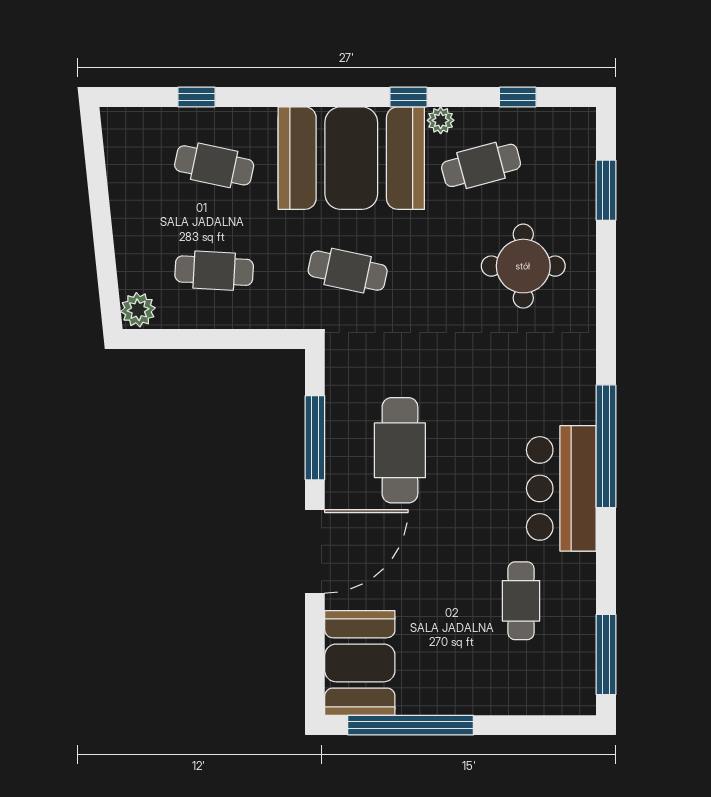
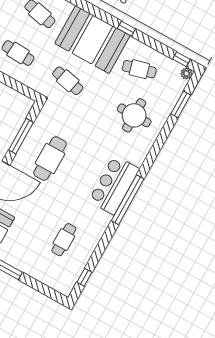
window: (518, 97) -> (181, 59), moved
plant: (441, 120) -> (187, 73), moved
bar counter: (561, 488) -> (114, 185), moved
window: (606, 654) -> (84, 277), width x0.46

